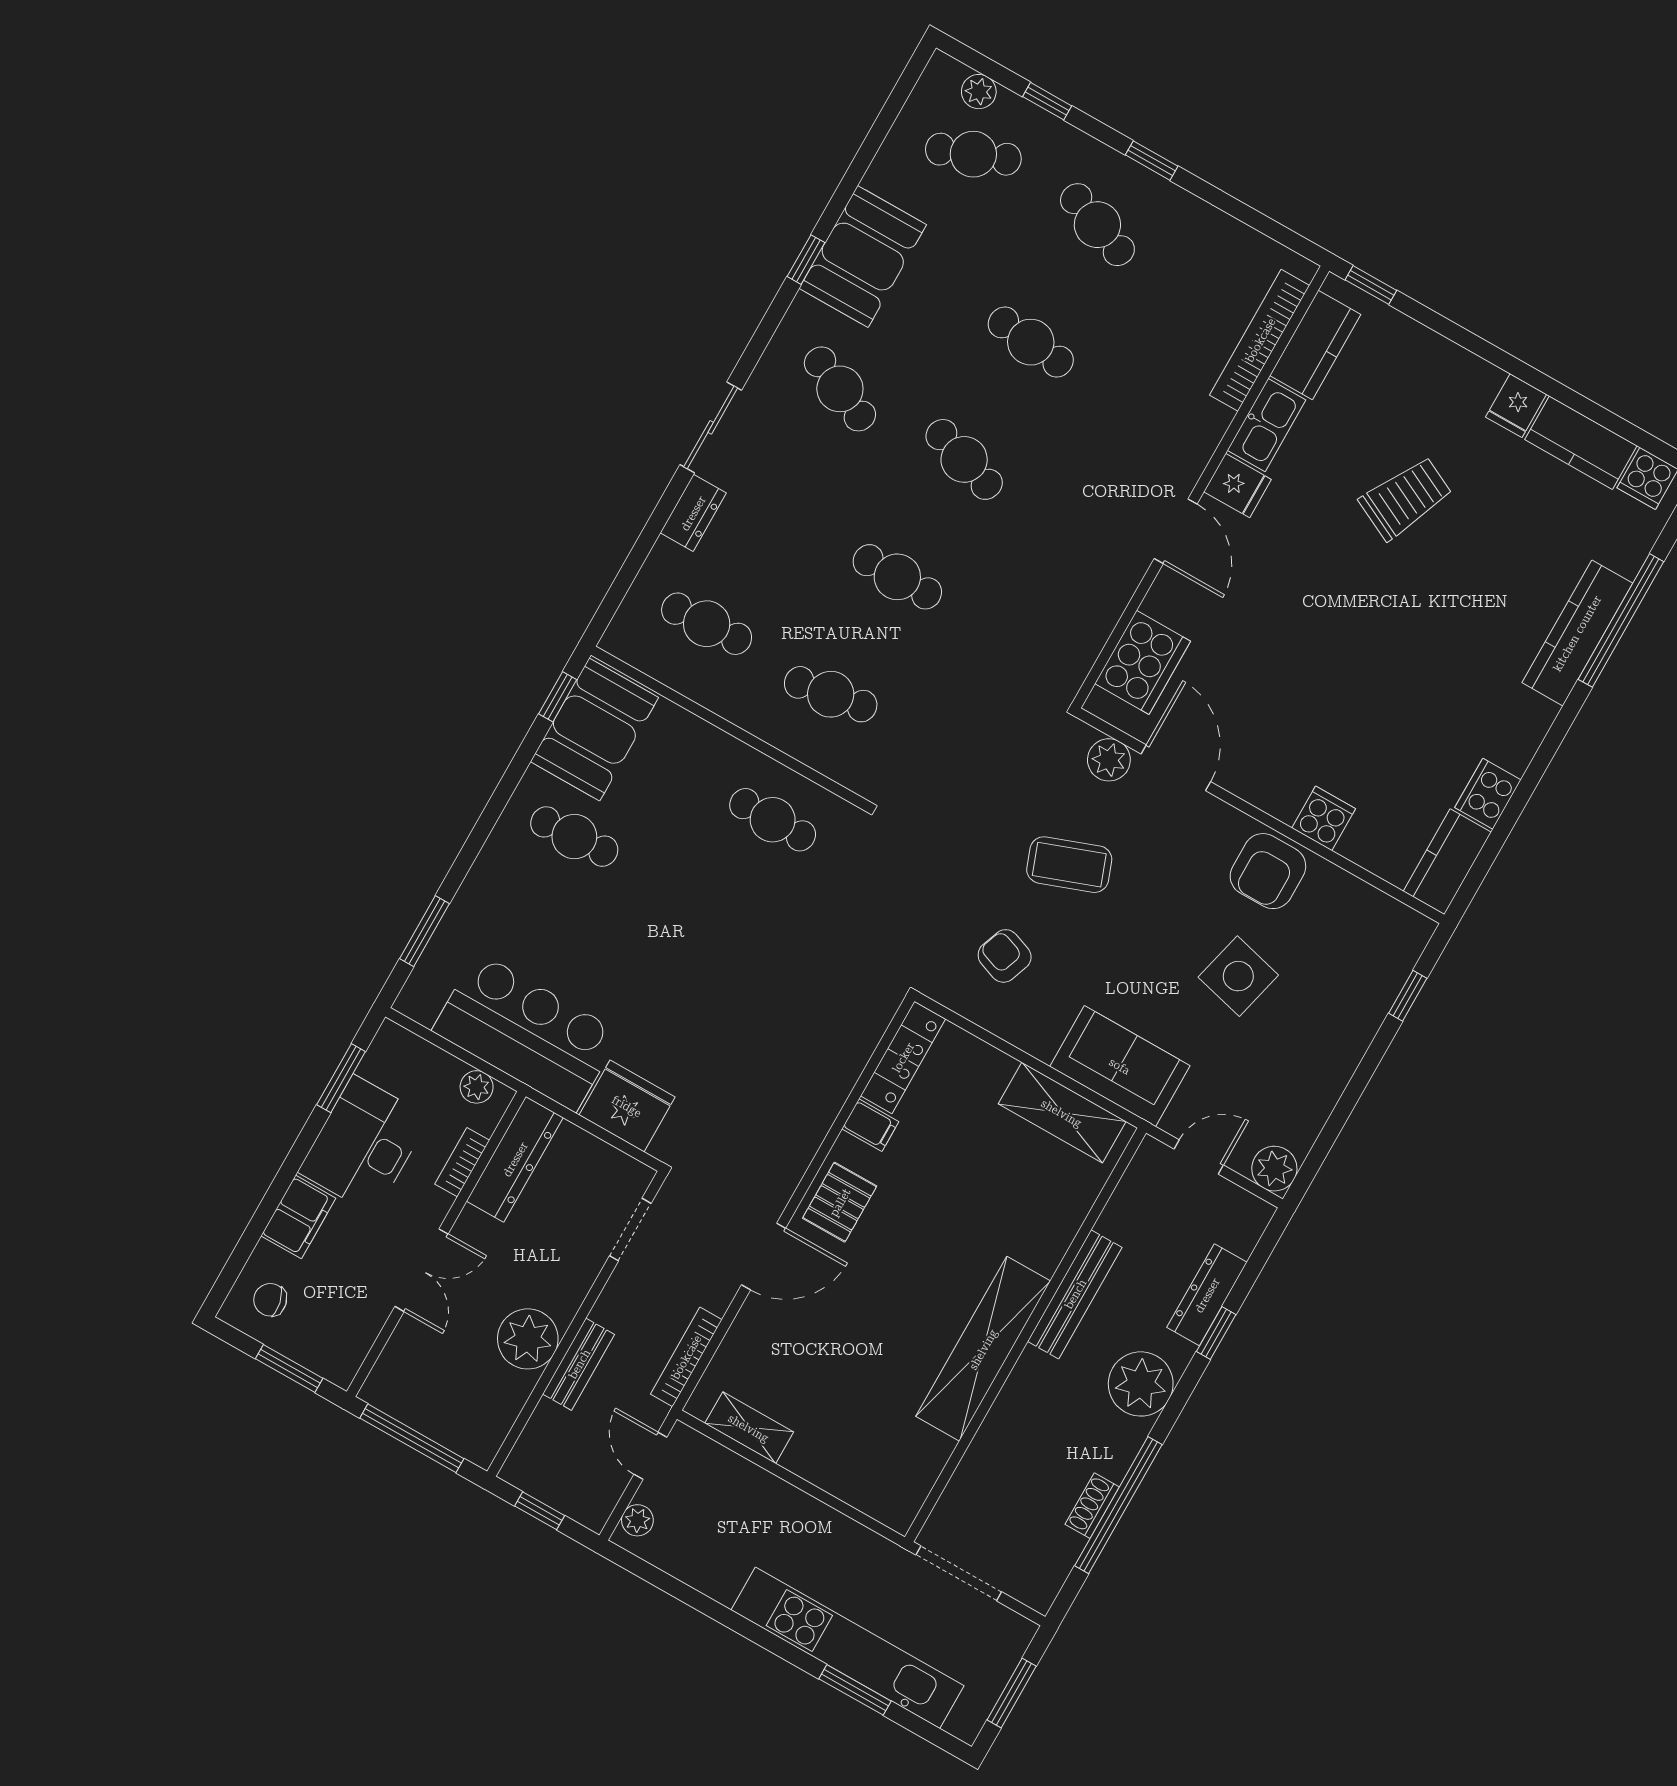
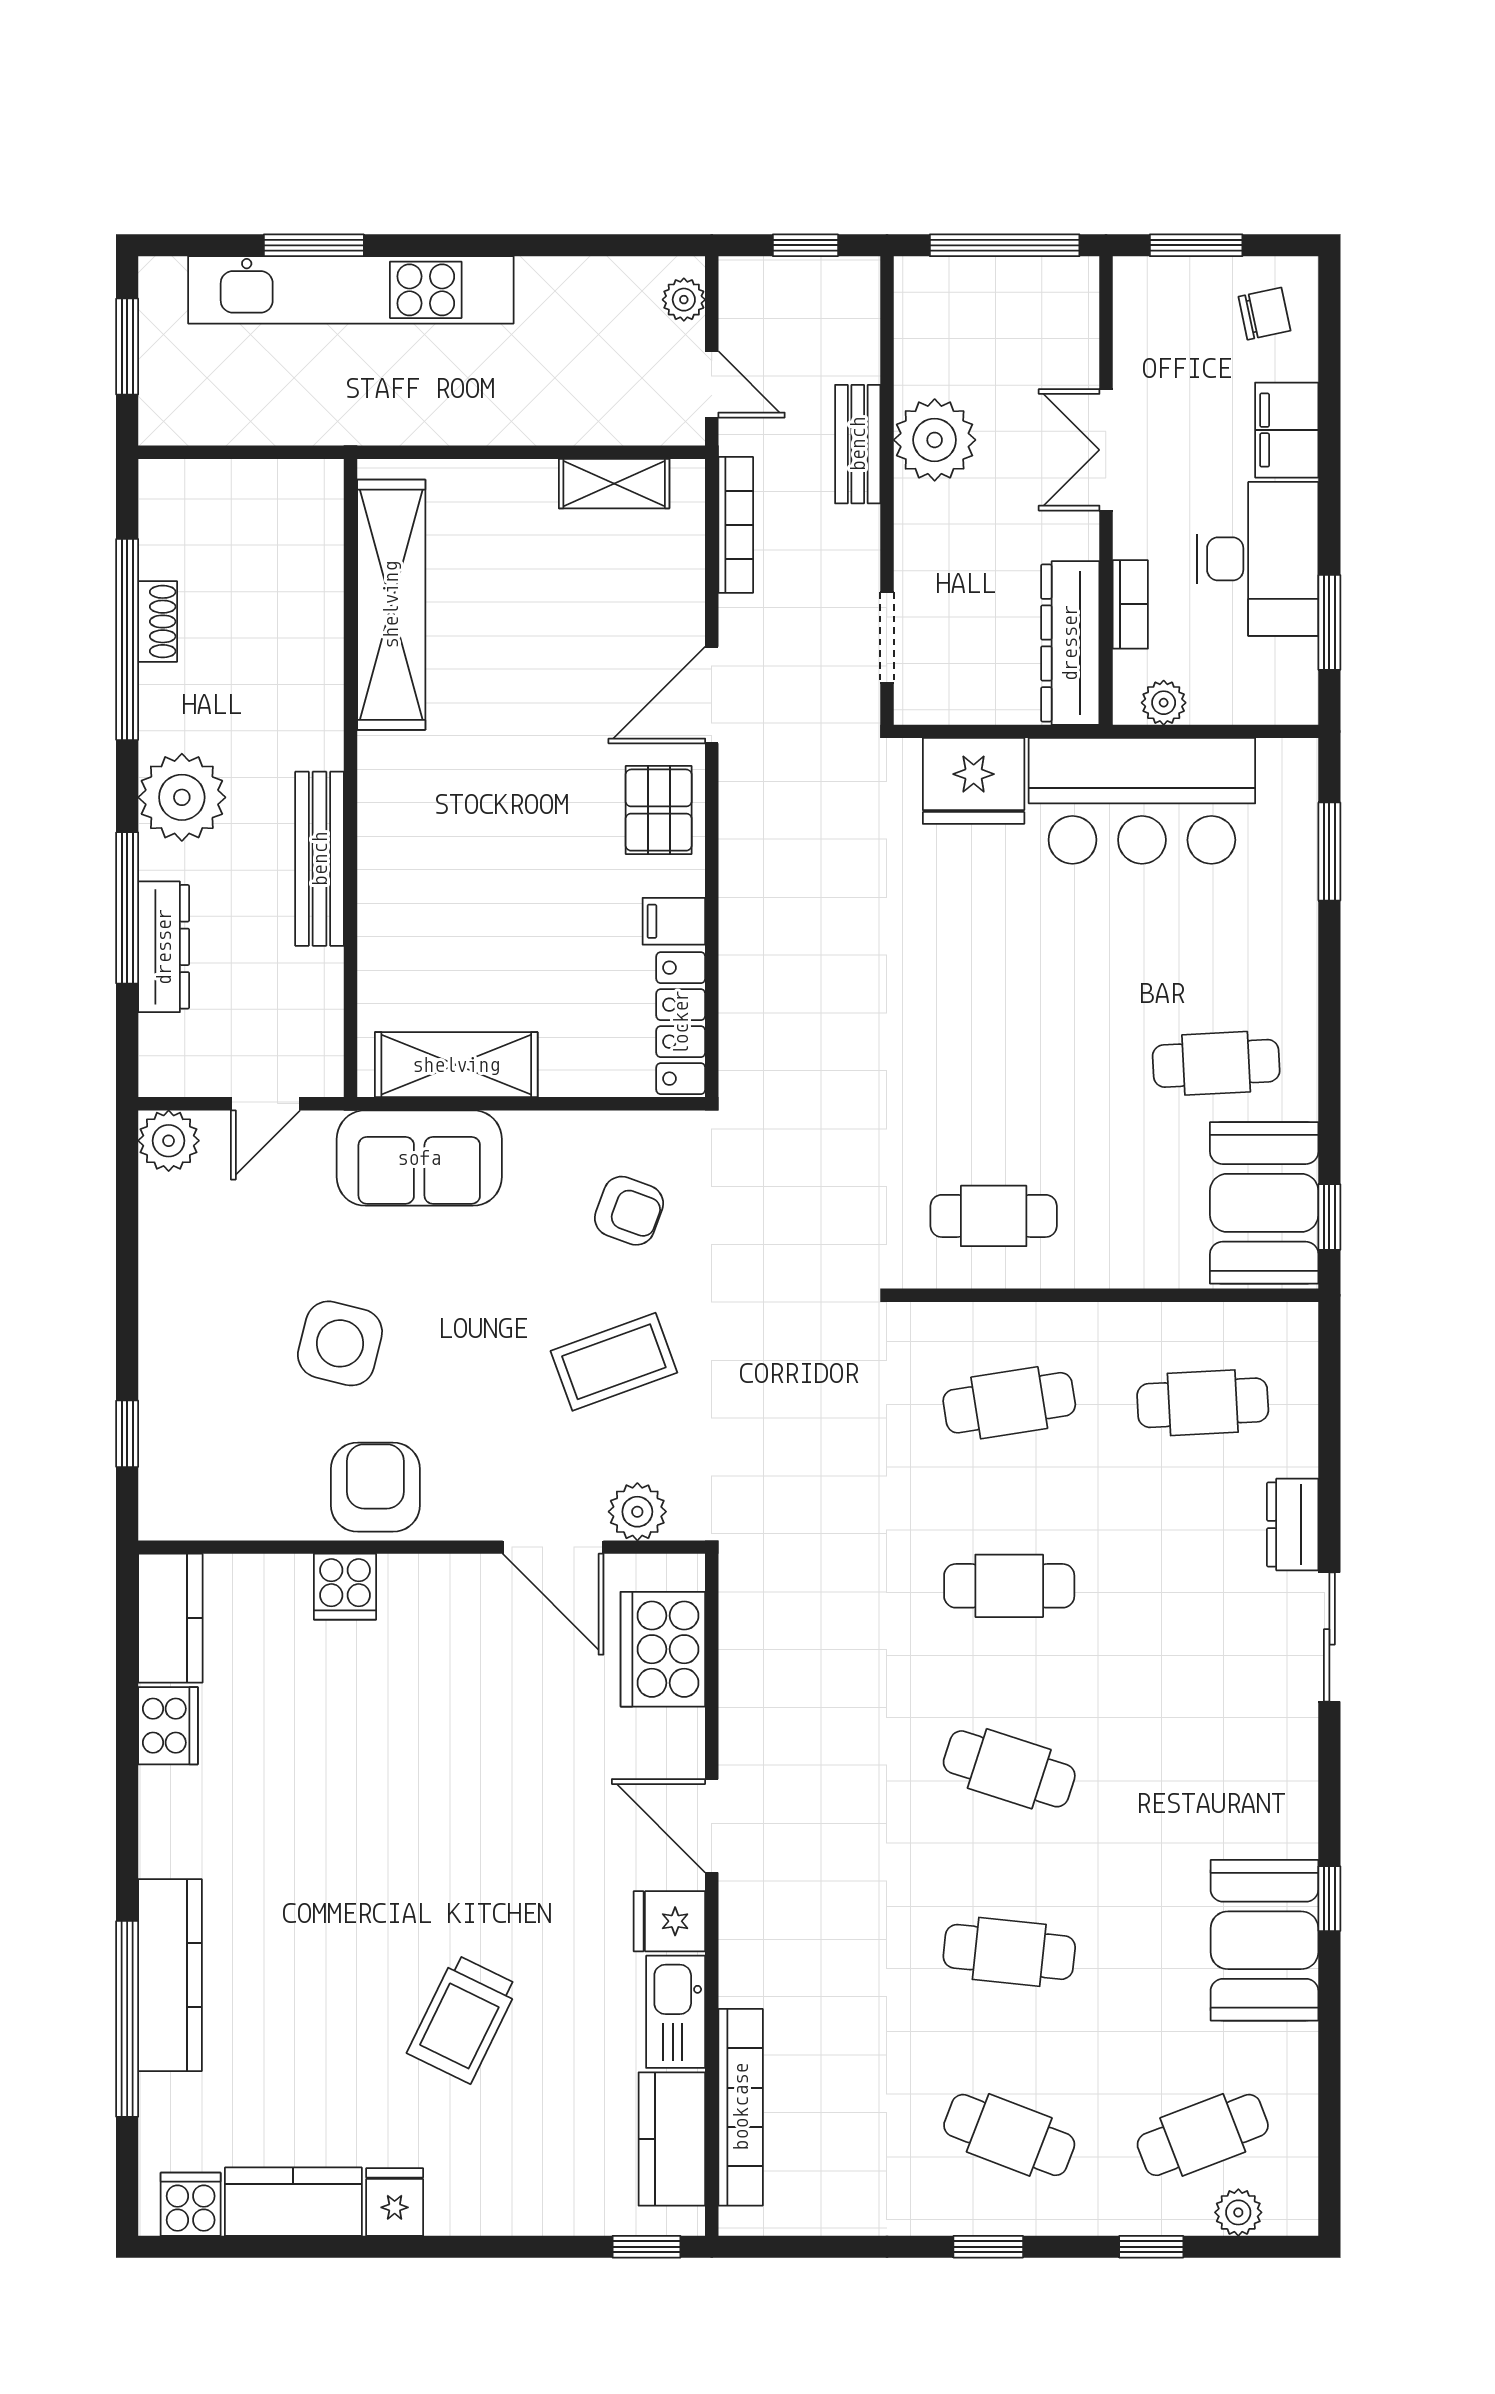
cafe table: (840, 389) -> (1203, 1769), removed
window: (1216, 1333) -> (127, 908), width x2.17
shelving: (983, 1349) -> (391, 605), moved
doorway: (959, 1573) -> (270, 452), removed

